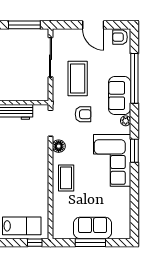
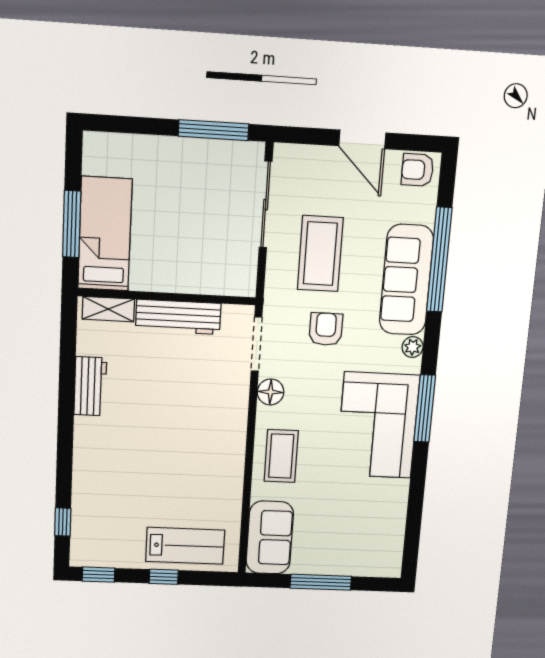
sofa: (120, 96) -> (406, 280), width x1.36
armchair: (83, 114) -> (326, 329), turned -90
window: (134, 151) -> (425, 409), width x1.44
sofa: (93, 228) -> (270, 537), moved, turned 90
window: (35, 243) -> (164, 577), moved

